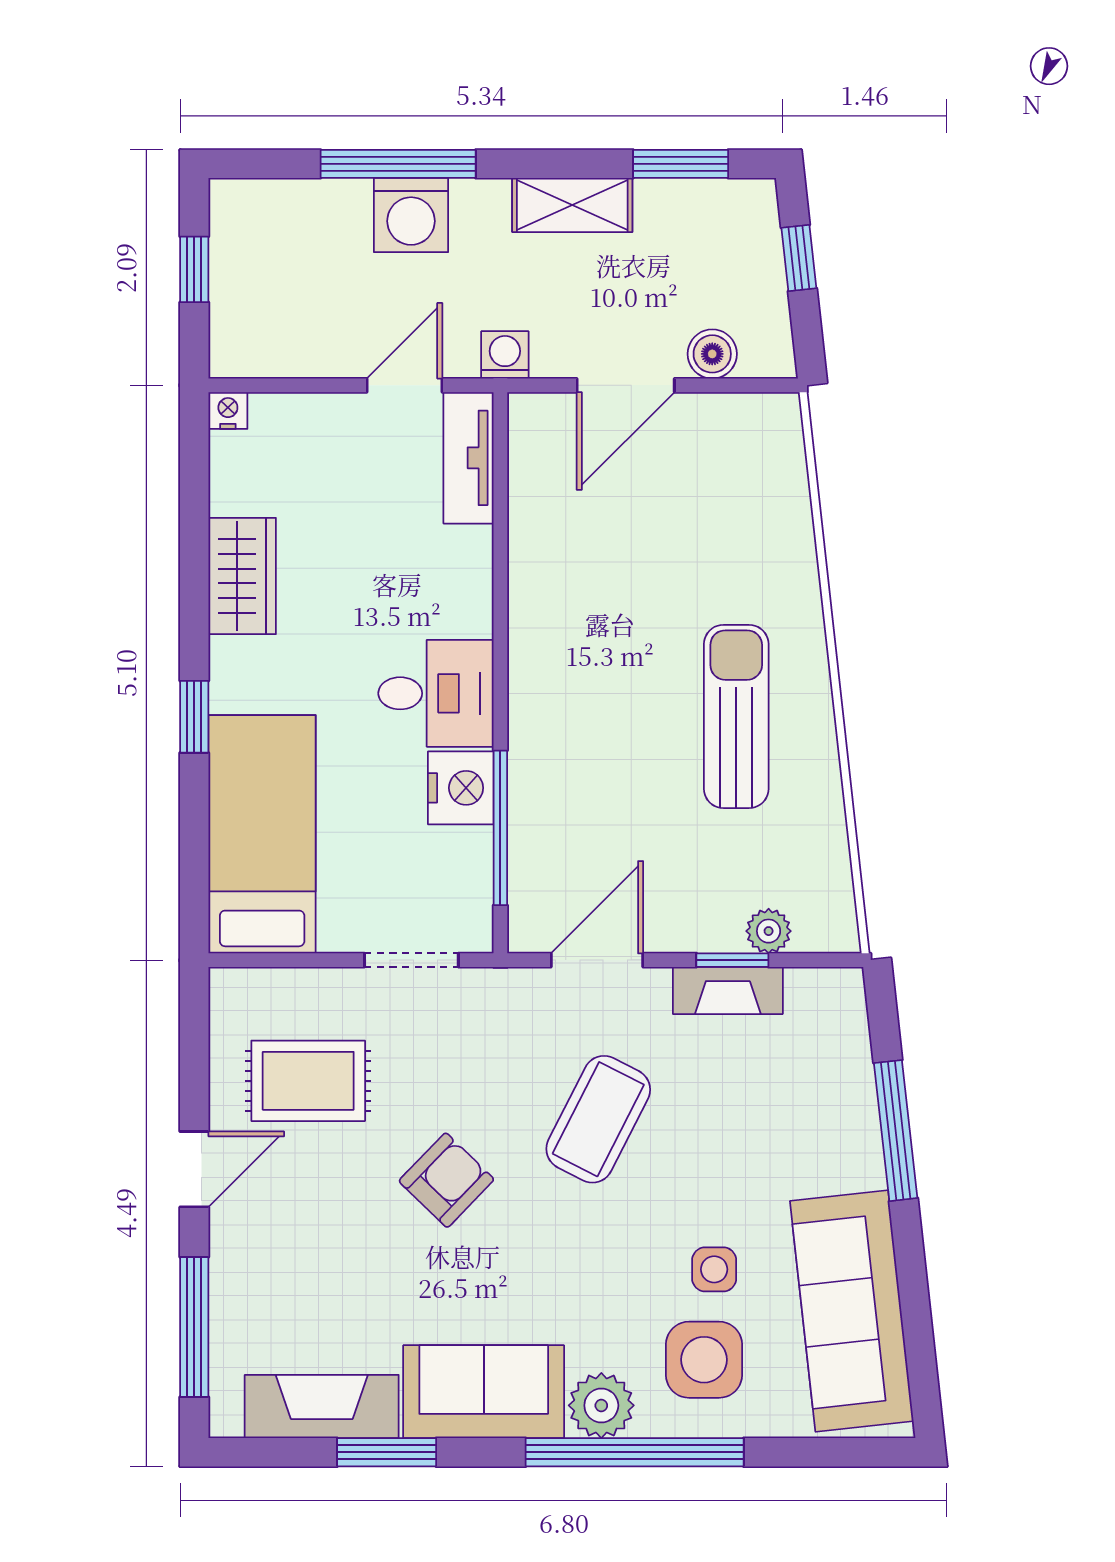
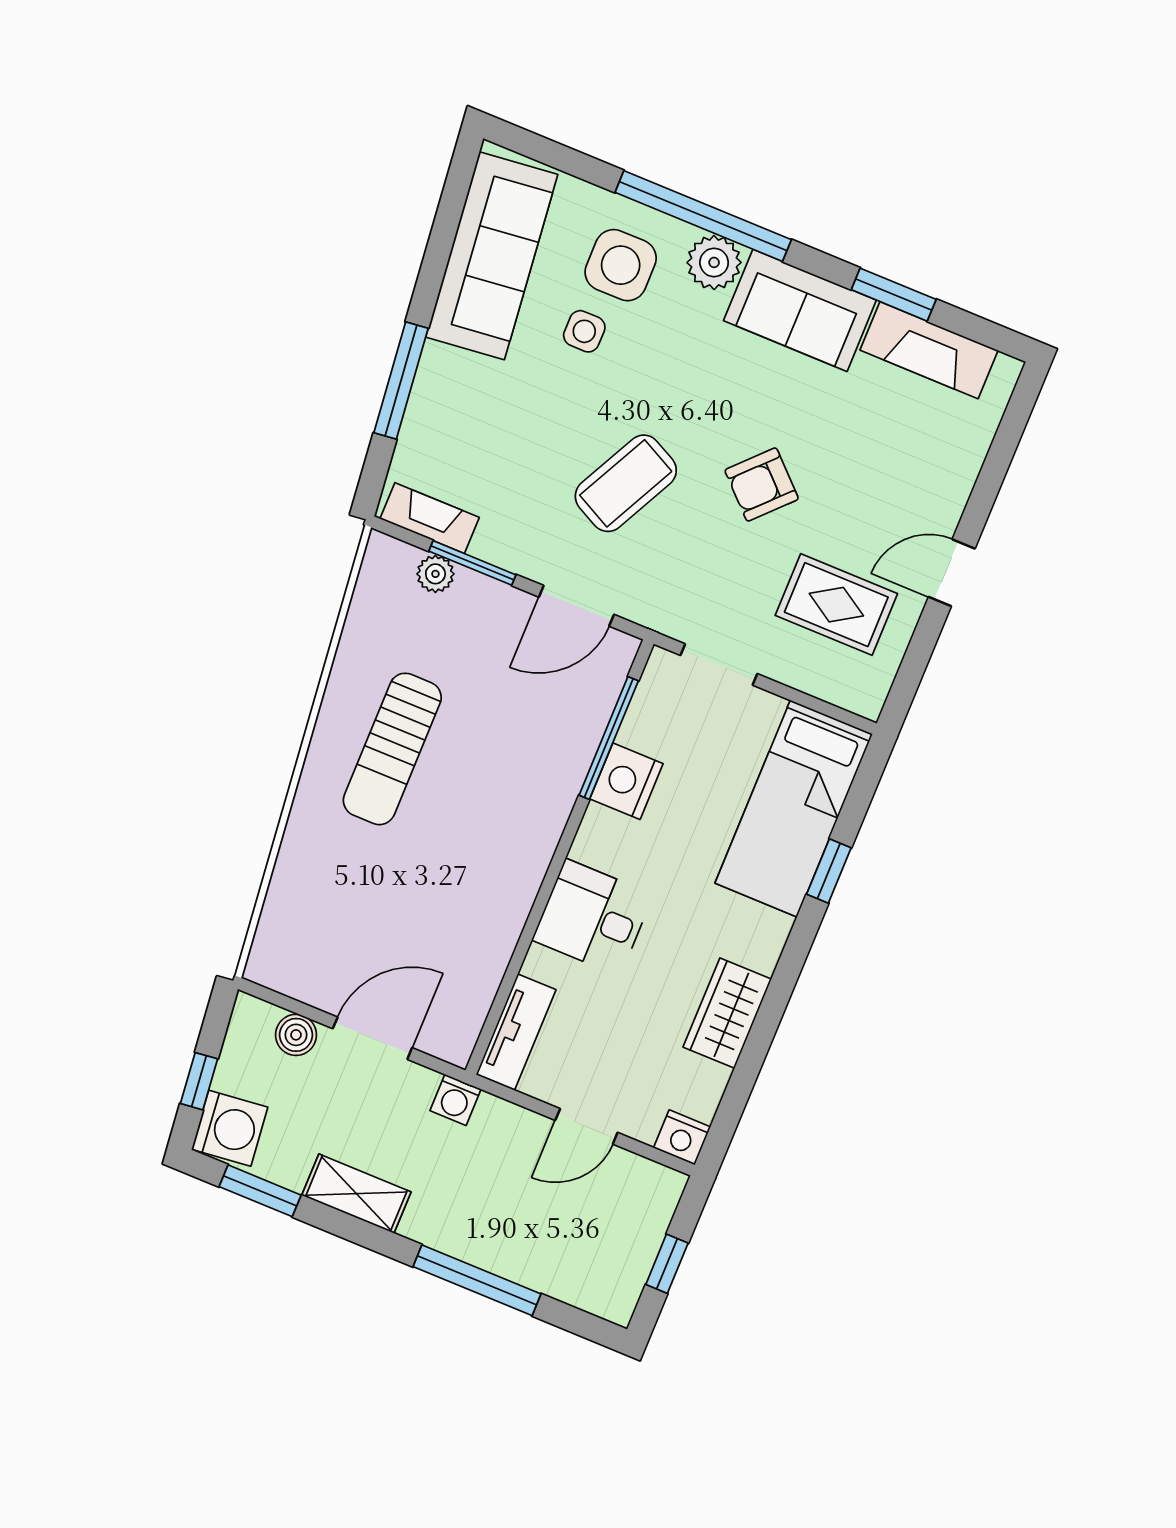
washing machine: (411, 215) -> (230, 1128), moved, turned 84
door: (404, 385) -> (586, 1126), moved
nightstand: (228, 411) -> (682, 1137), width x1.39, depth x1.35
desk: (436, 693) -> (593, 917), moved
window: (194, 717) -> (829, 871), moved
window: (732, 960) -> (472, 563), width x1.50
fireplace: (728, 990) -> (430, 518), moved
window: (194, 1327) -> (1002, 452), removed

